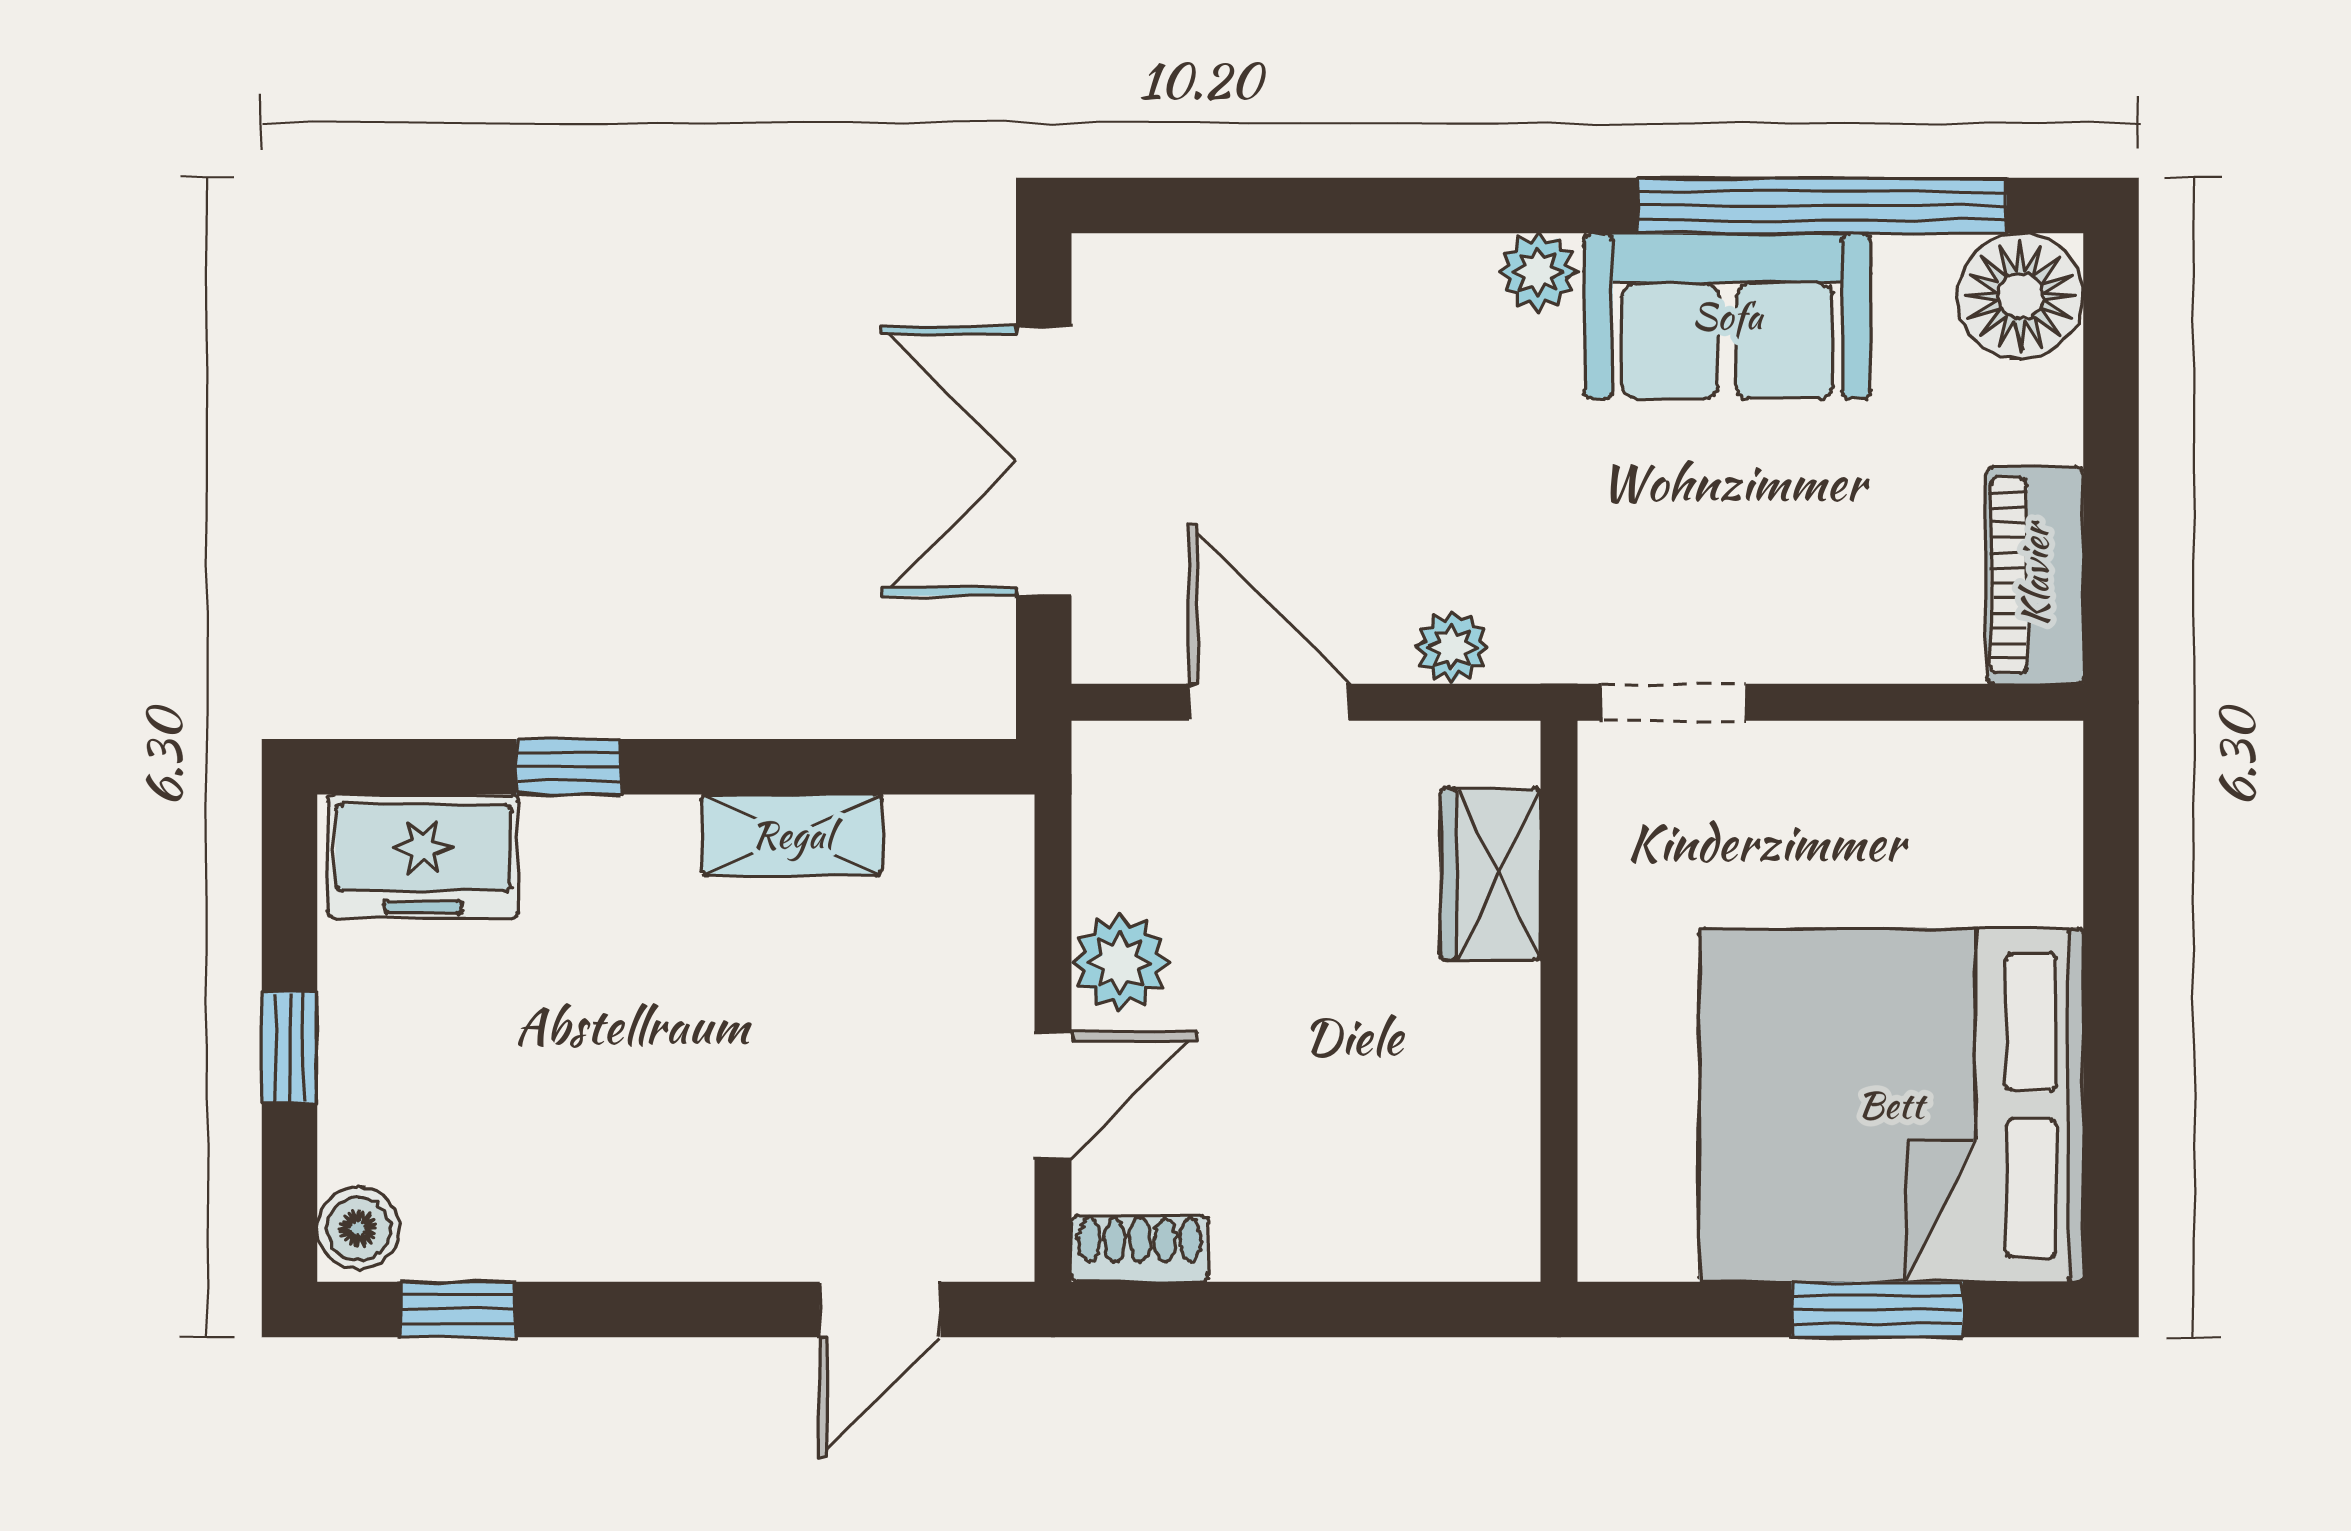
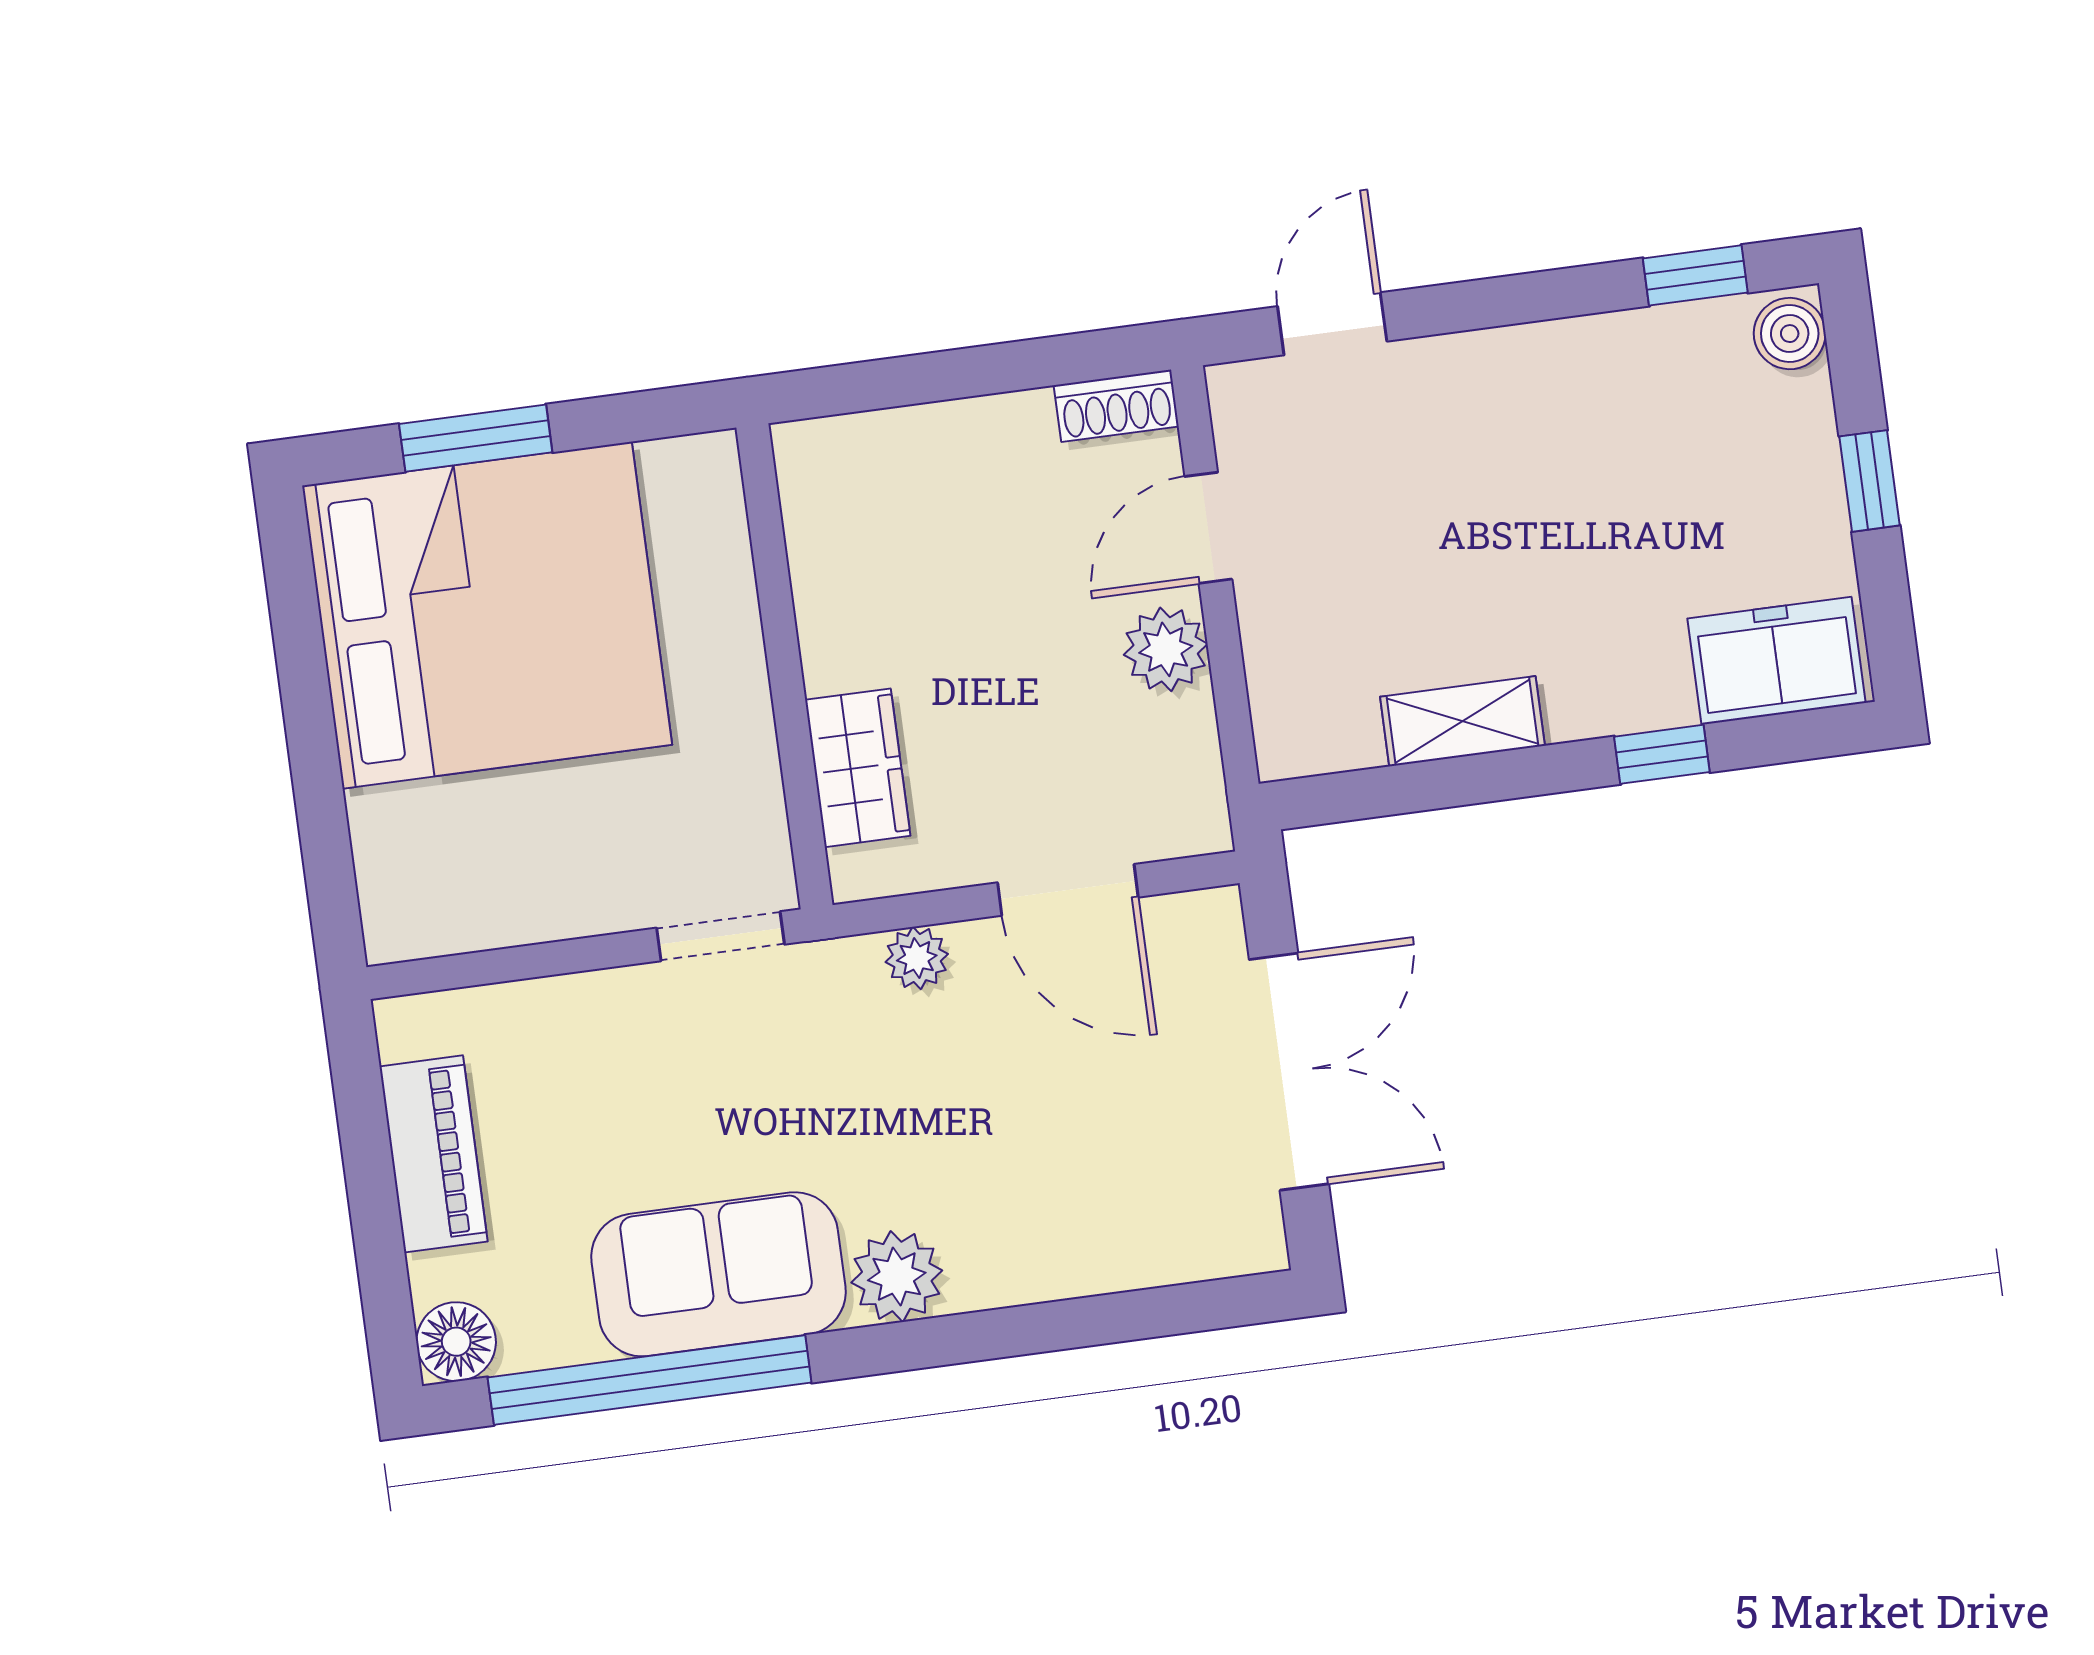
plant: (1538, 272) -> (897, 1276), width x1.38, depth x1.38
floor lamp: (2020, 296) -> (456, 1342), width x0.73, depth x0.73
piano: (2035, 575) -> (434, 1154), moved

